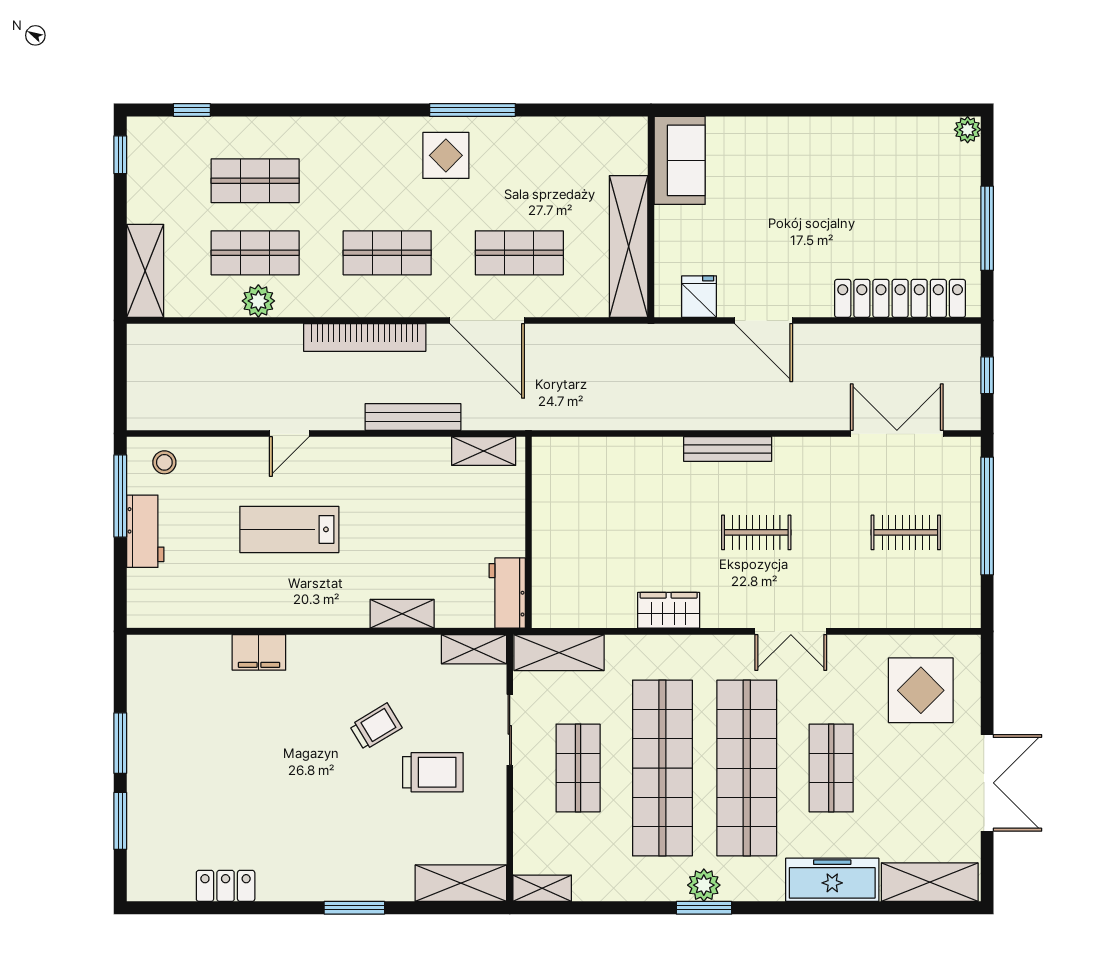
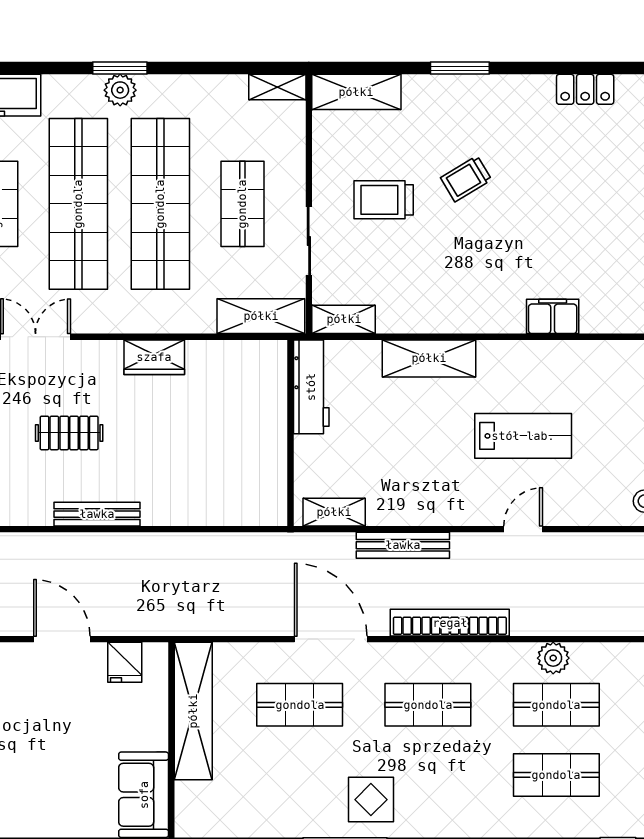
workbench: (507, 593) -> (311, 387), width x1.38
shelving: (402, 614) -> (429, 358), width x1.50, depth x1.33
trolley: (376, 727) -> (466, 179), moved

